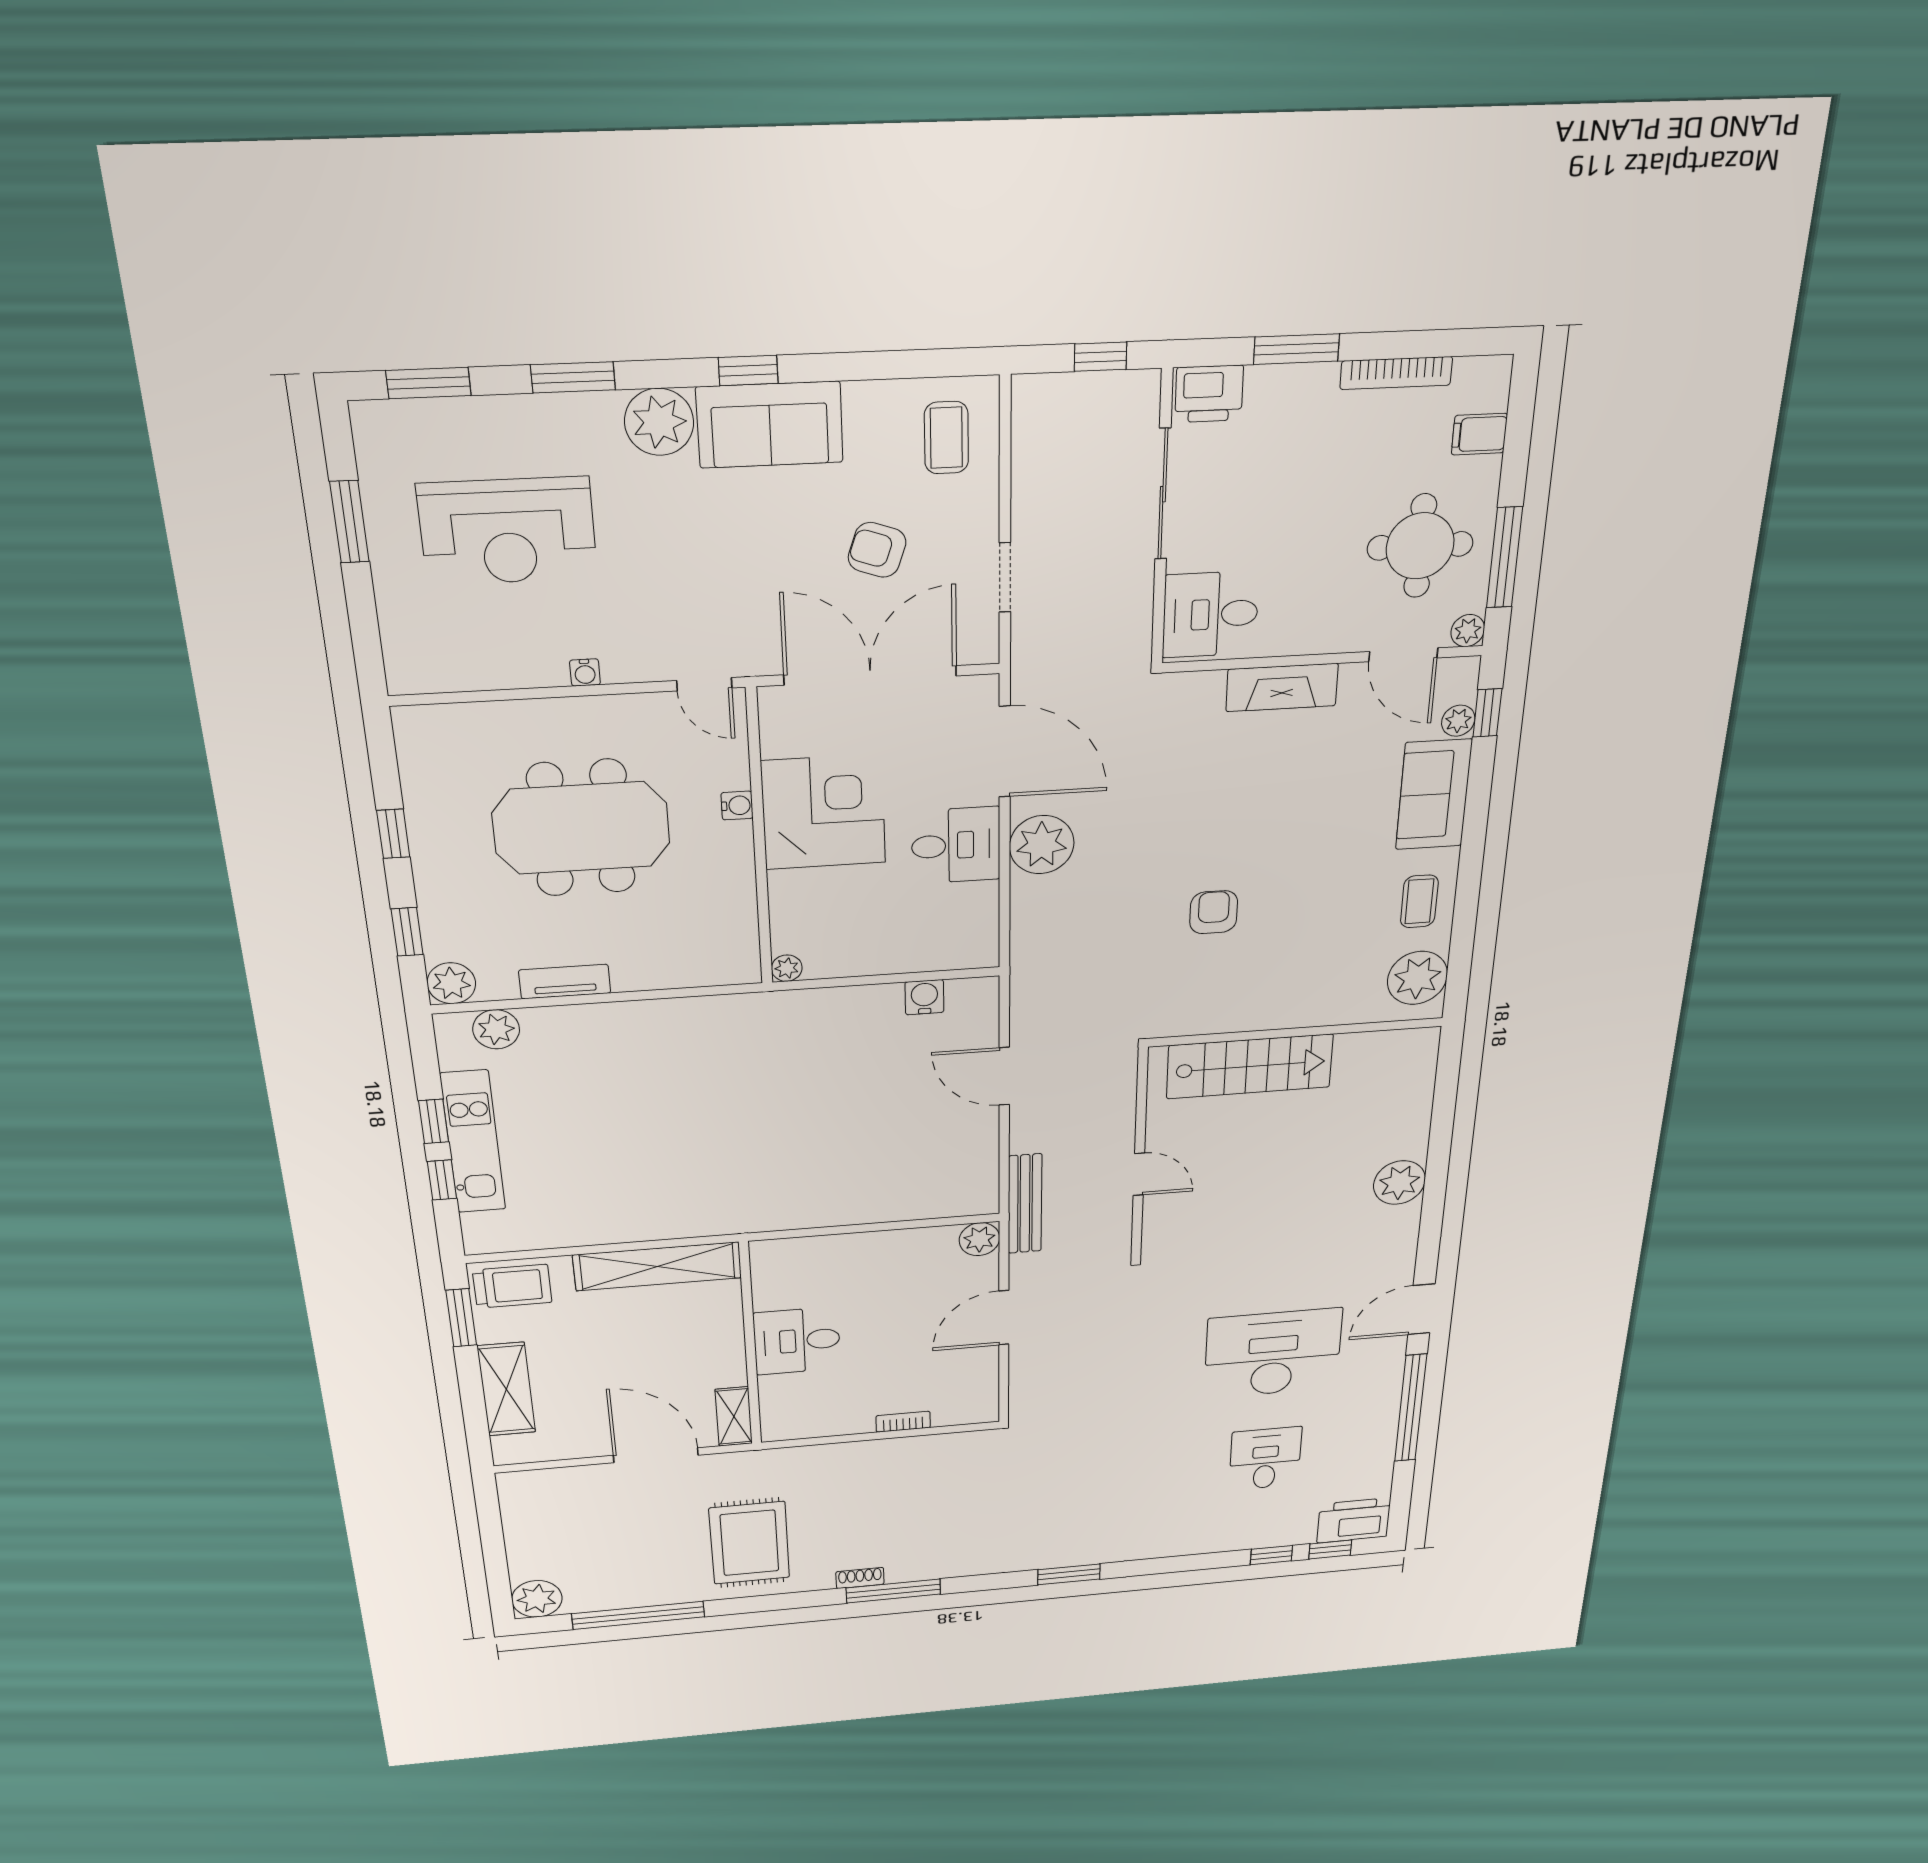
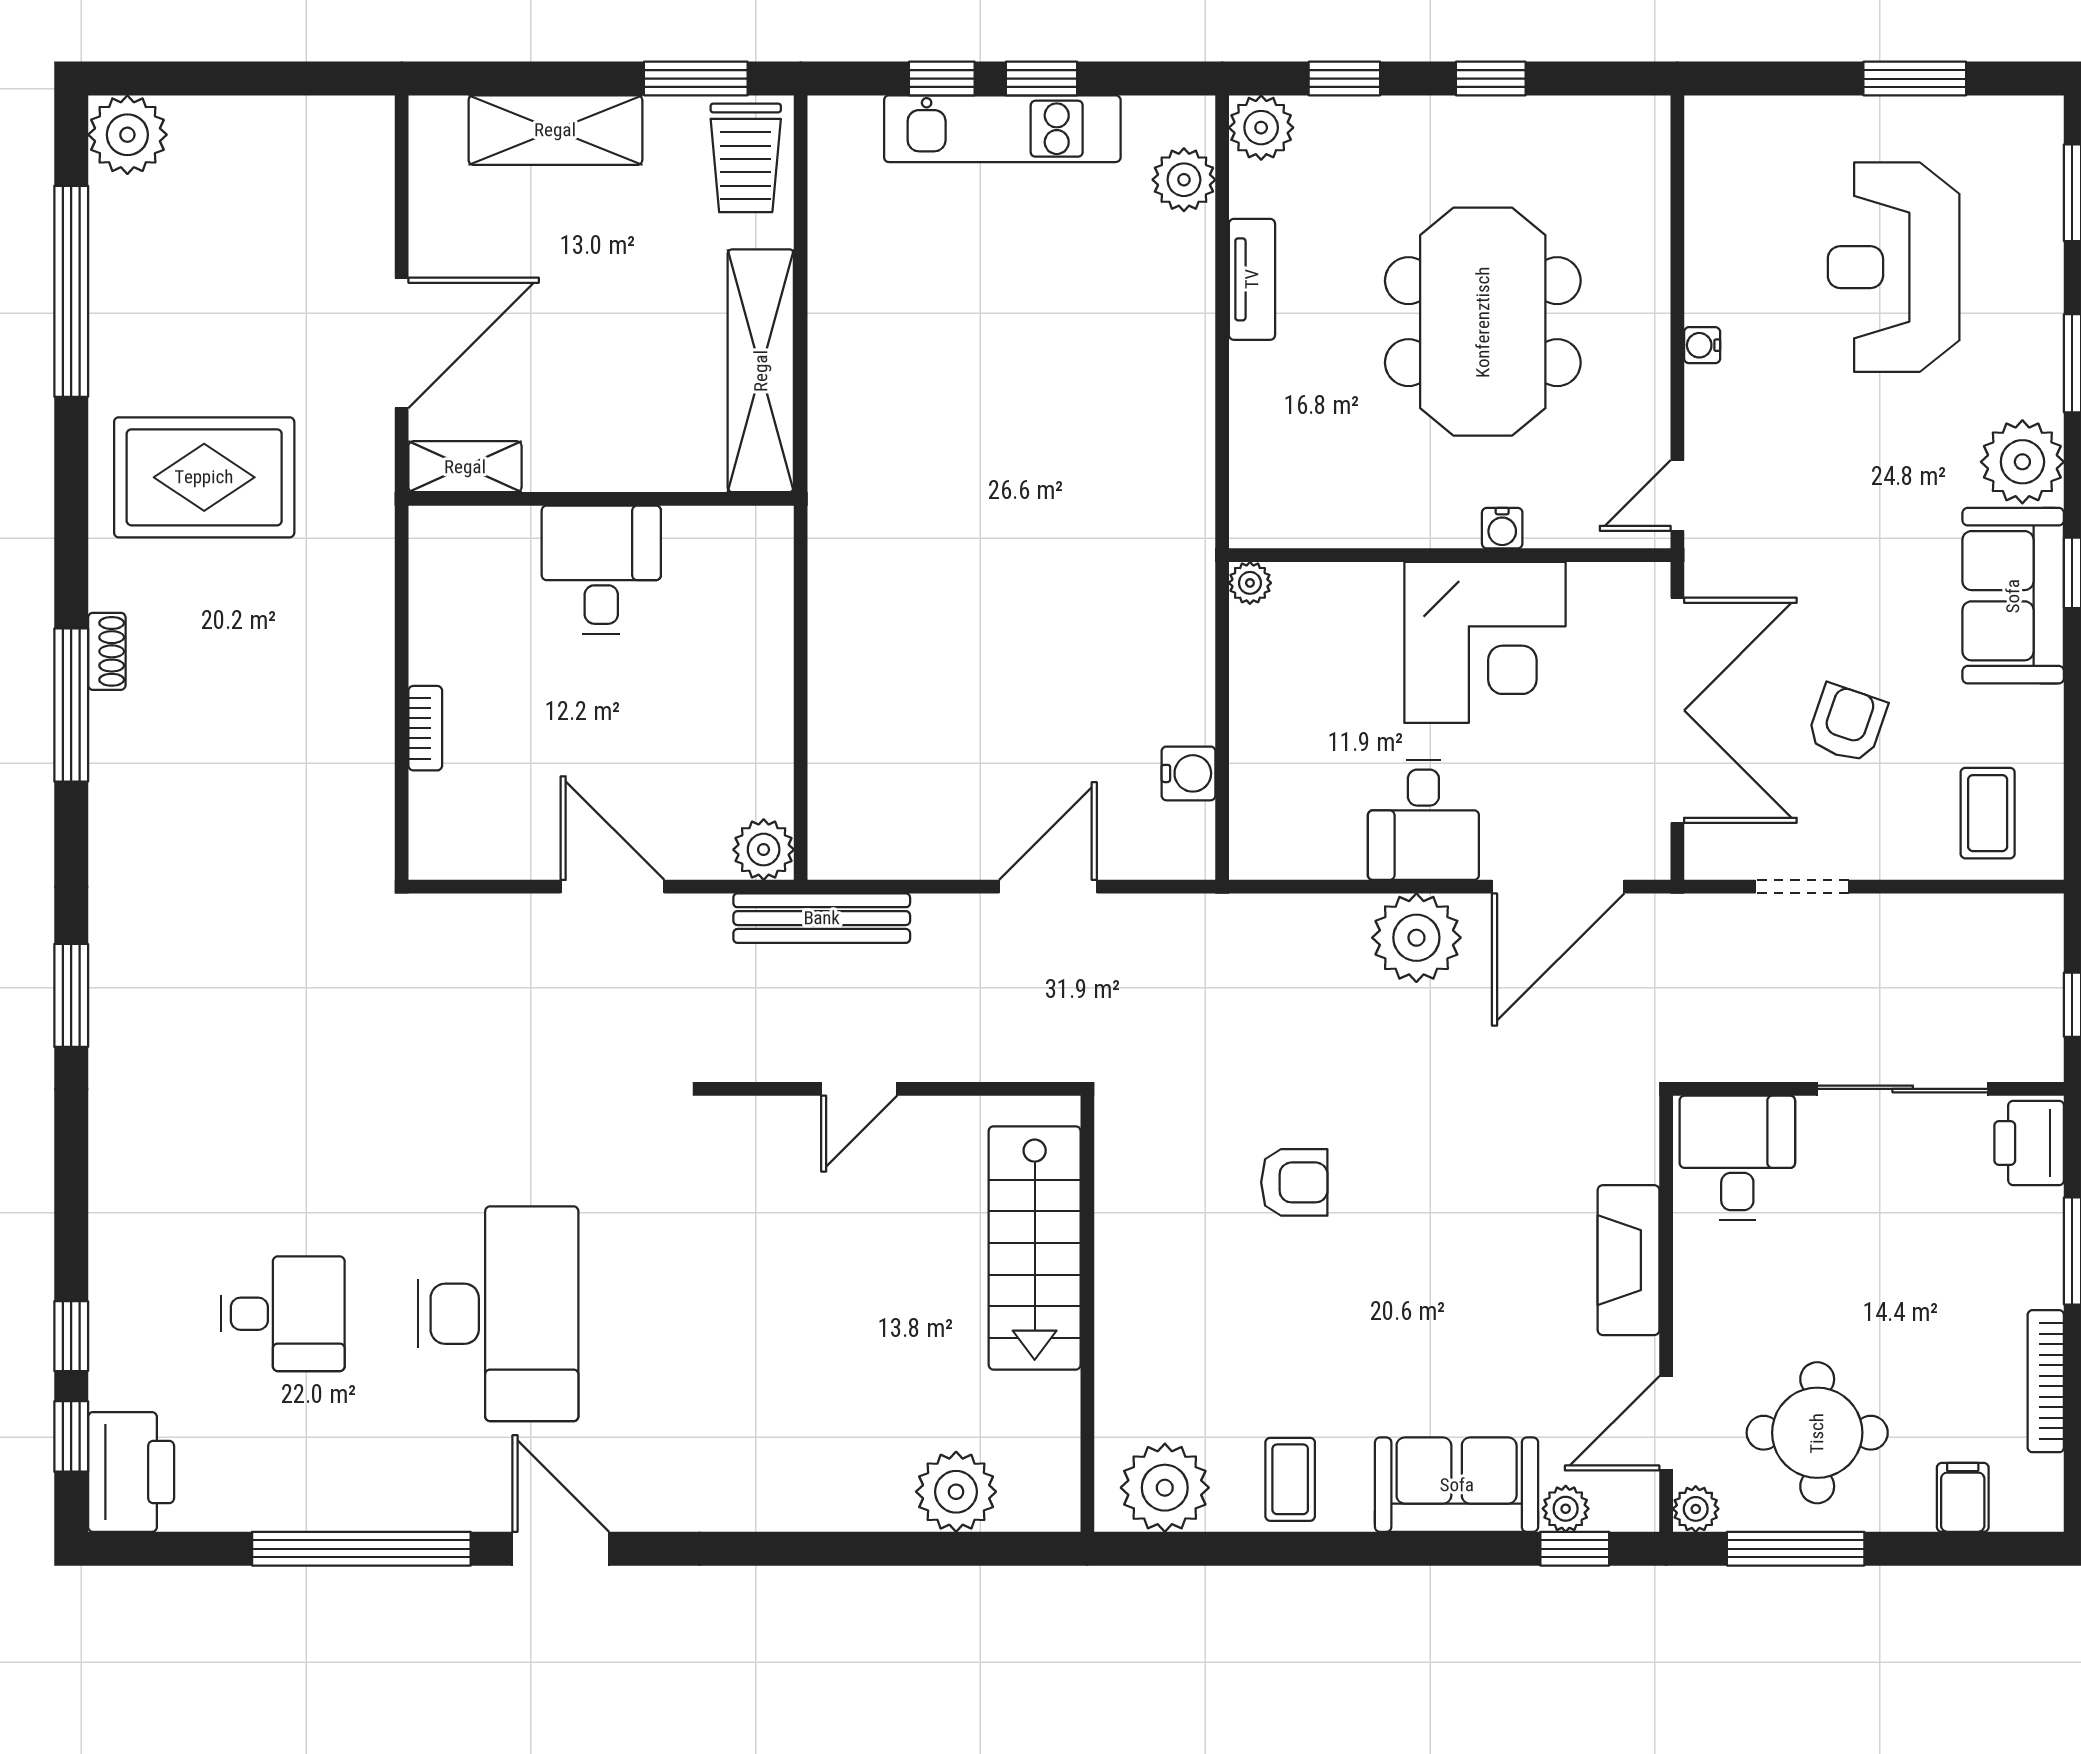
coffee table: (946, 438) -> (1988, 813), turned 90
coffee table: (1419, 901) -> (1290, 1479), turned 90
plant: (1399, 1183) -> (956, 1492), moved

